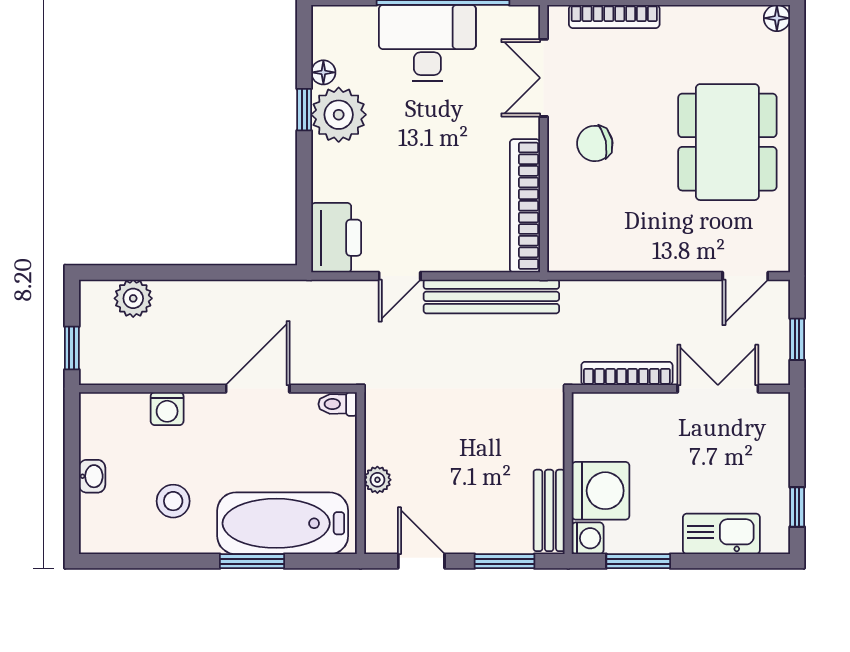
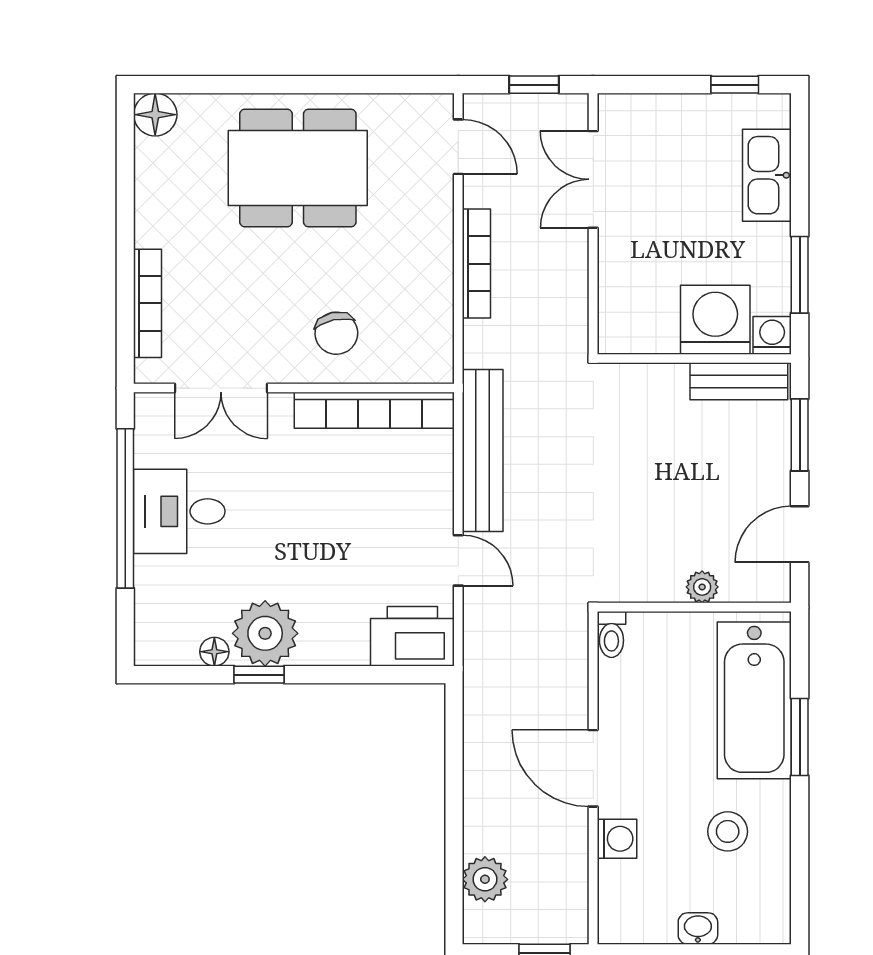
floor lamp: (777, 18) -> (155, 115), width x1.37, depth x1.37
desk: (427, 43) -> (179, 511), width x0.73
chair: (595, 144) -> (336, 333), moved
bookcase: (627, 373) -> (476, 264), moved, turned 180
door: (258, 389) -> (593, 768), moved

